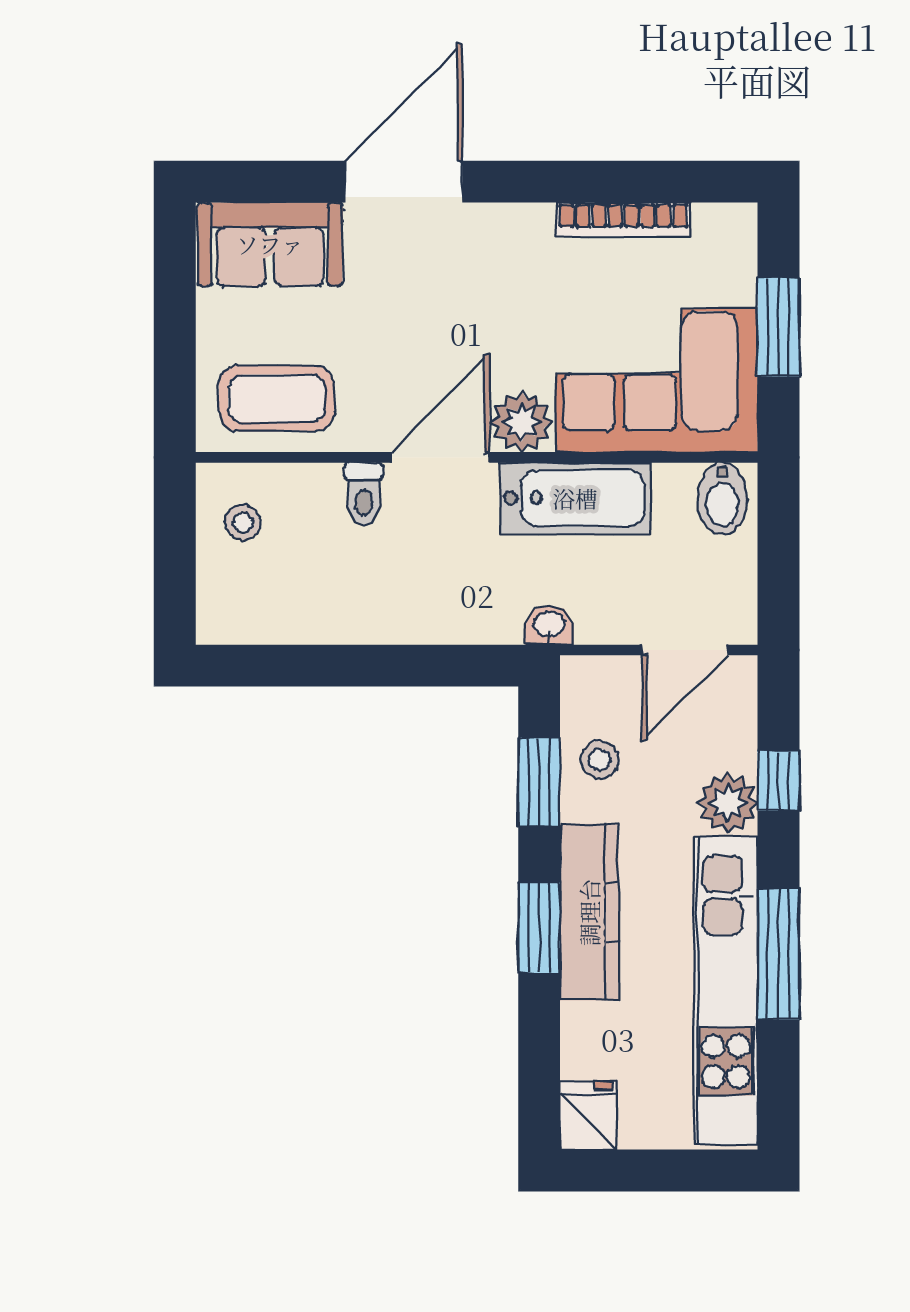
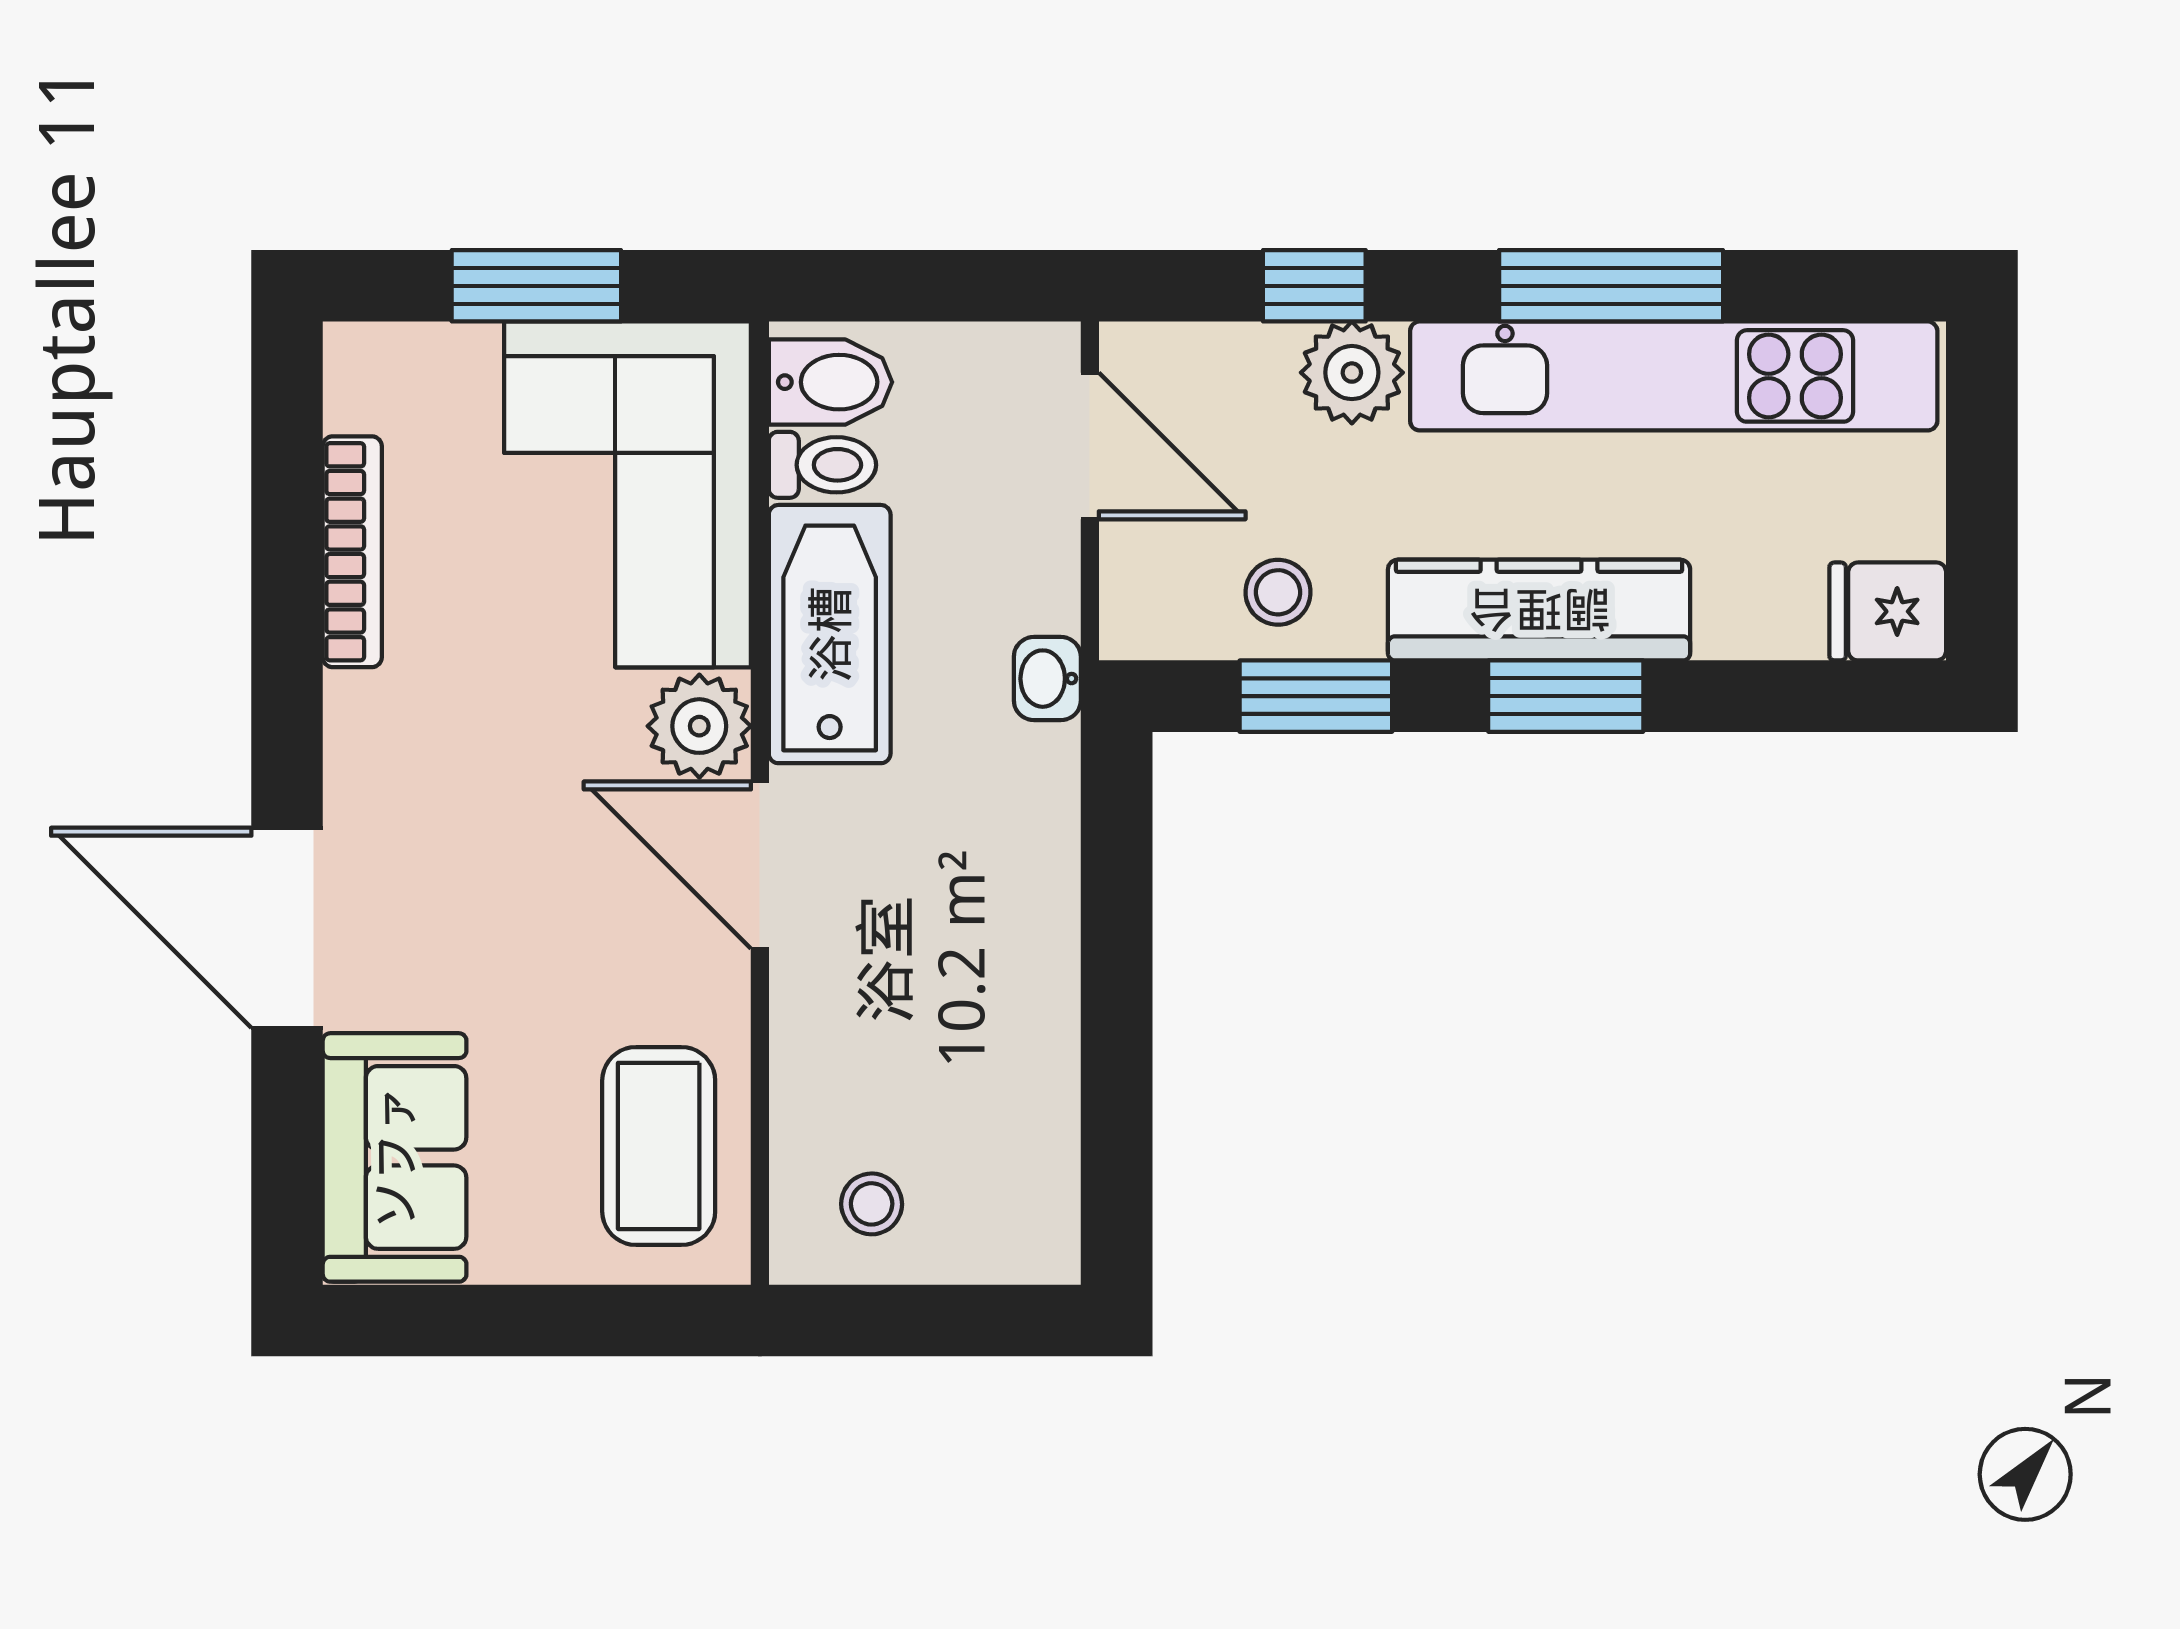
toilet: (364, 494) -> (822, 465), moved

